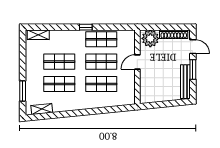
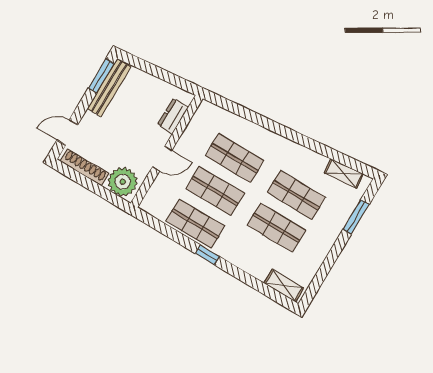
door: (193, 47) -> (67, 132), hinge flipped
window: (193, 69) -> (101, 76), moved
dresser: (145, 87) -> (173, 116), added

